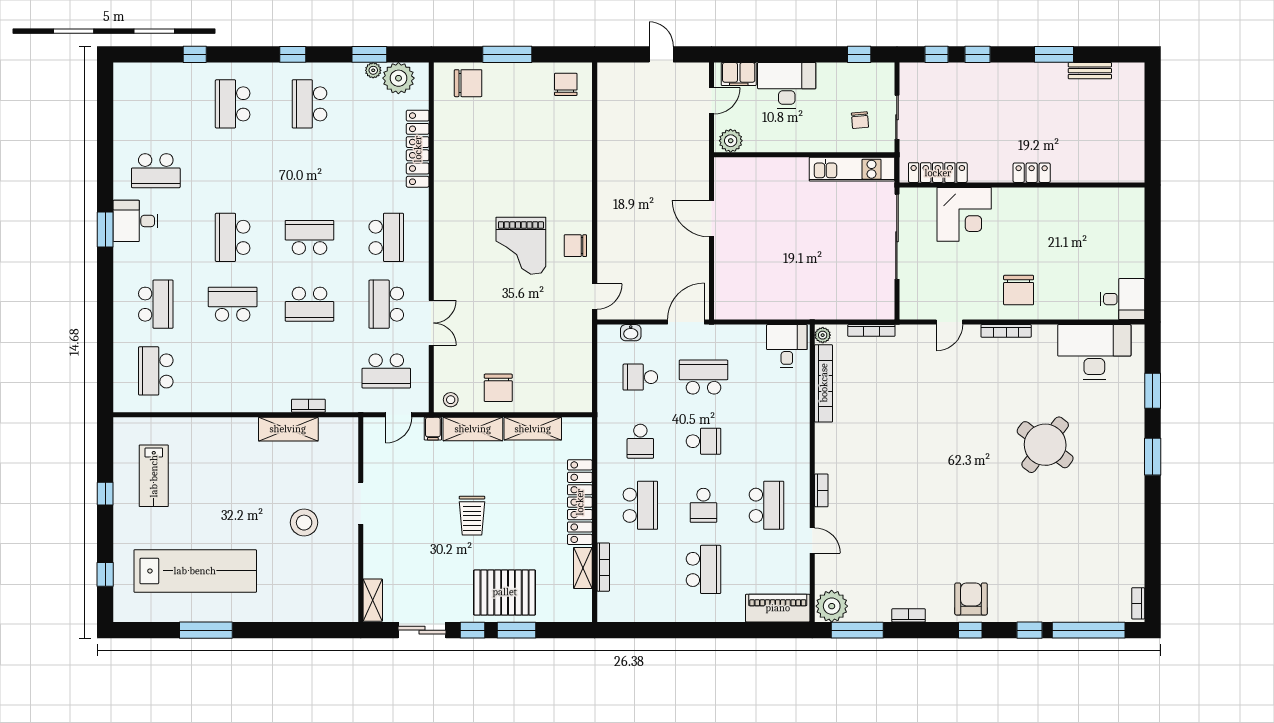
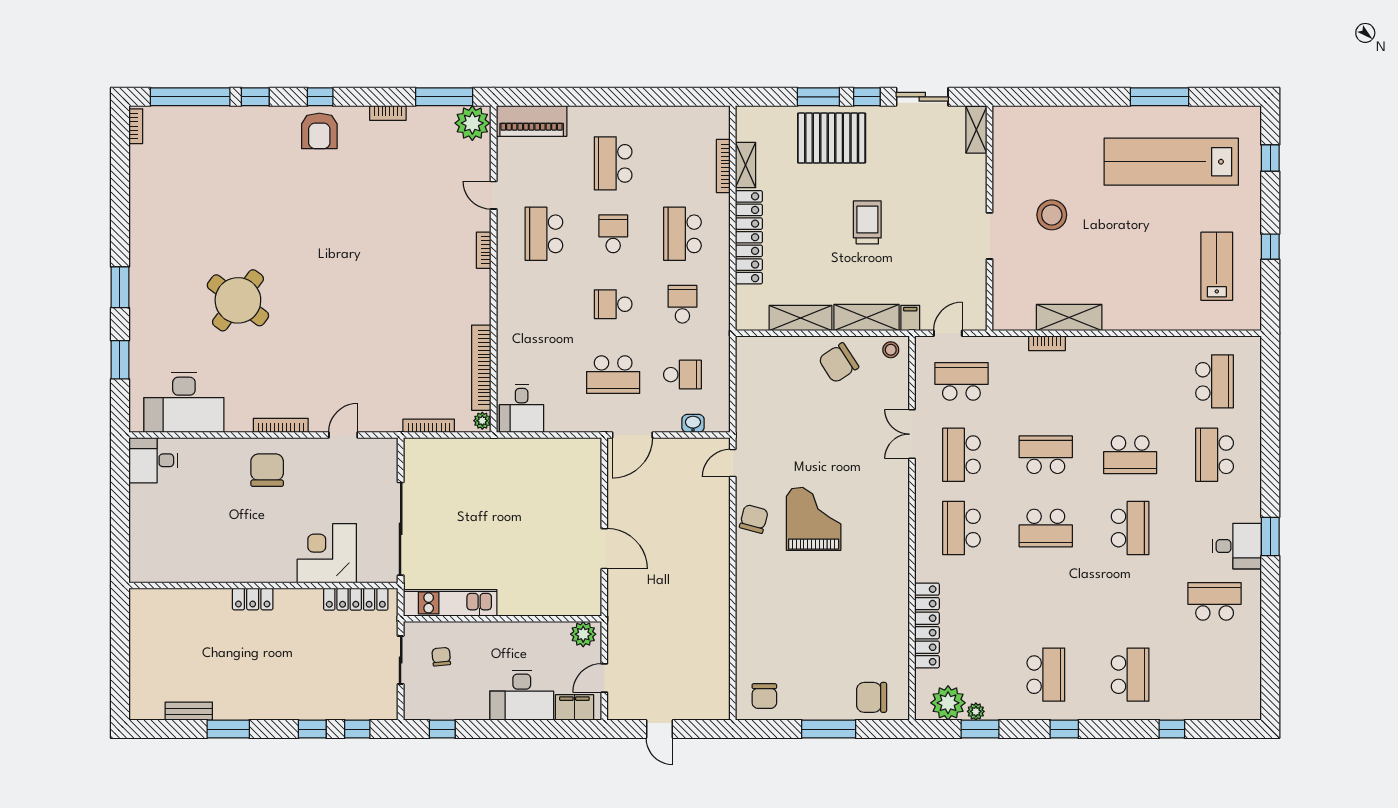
chair: (575, 246) -> (754, 519), turned -75
school desk: (386, 304) -> (961, 455), turned 180
chair: (498, 388) -> (839, 363), turned -123

